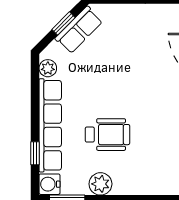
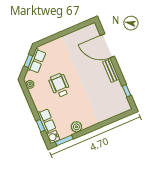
row of seats: (50, 125) -> (47, 121), width x0.50
wheelchair: (108, 135) -> (59, 85), moved, turned -90

